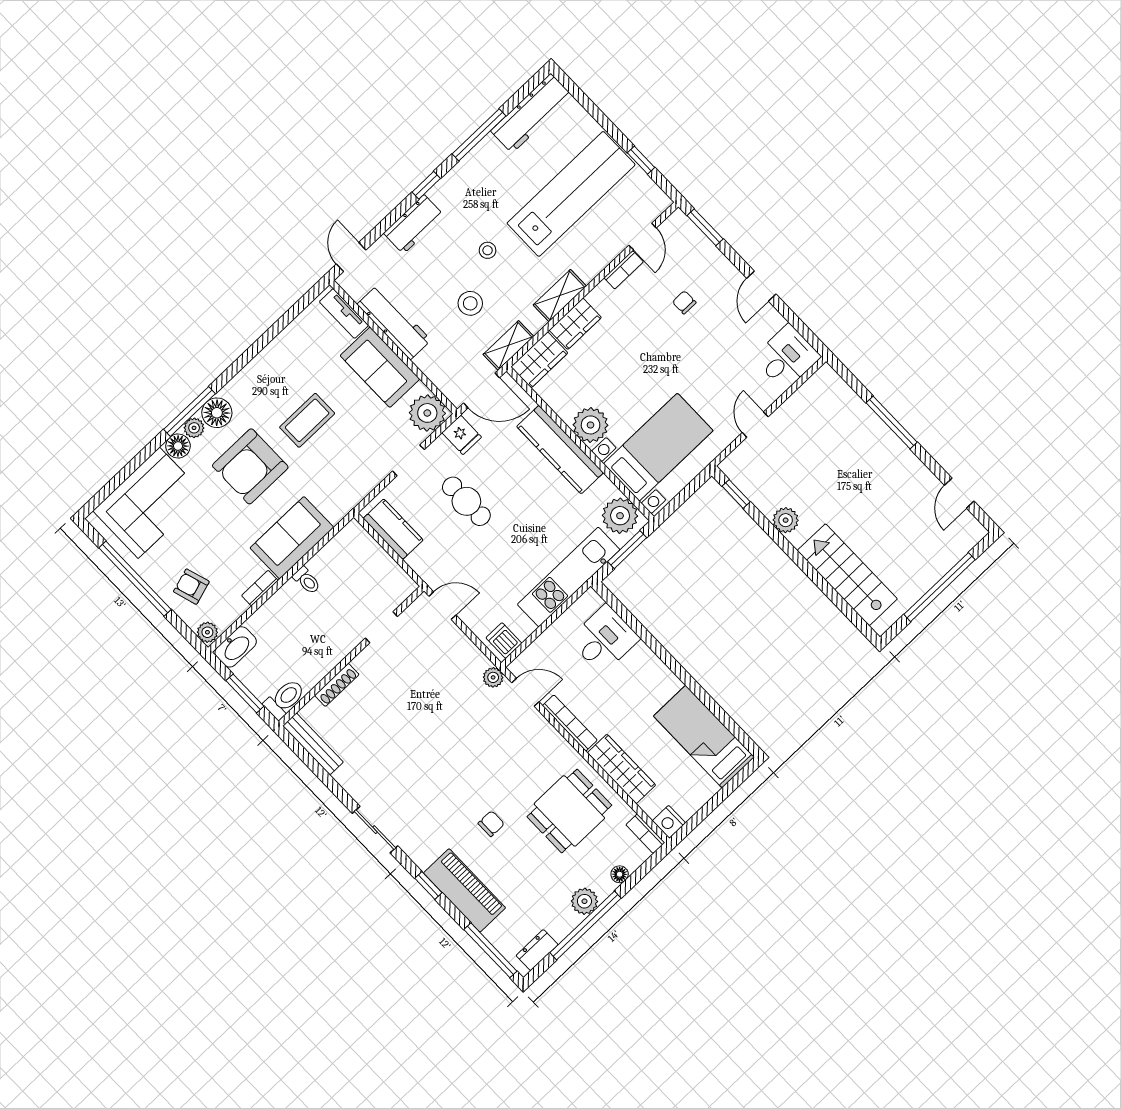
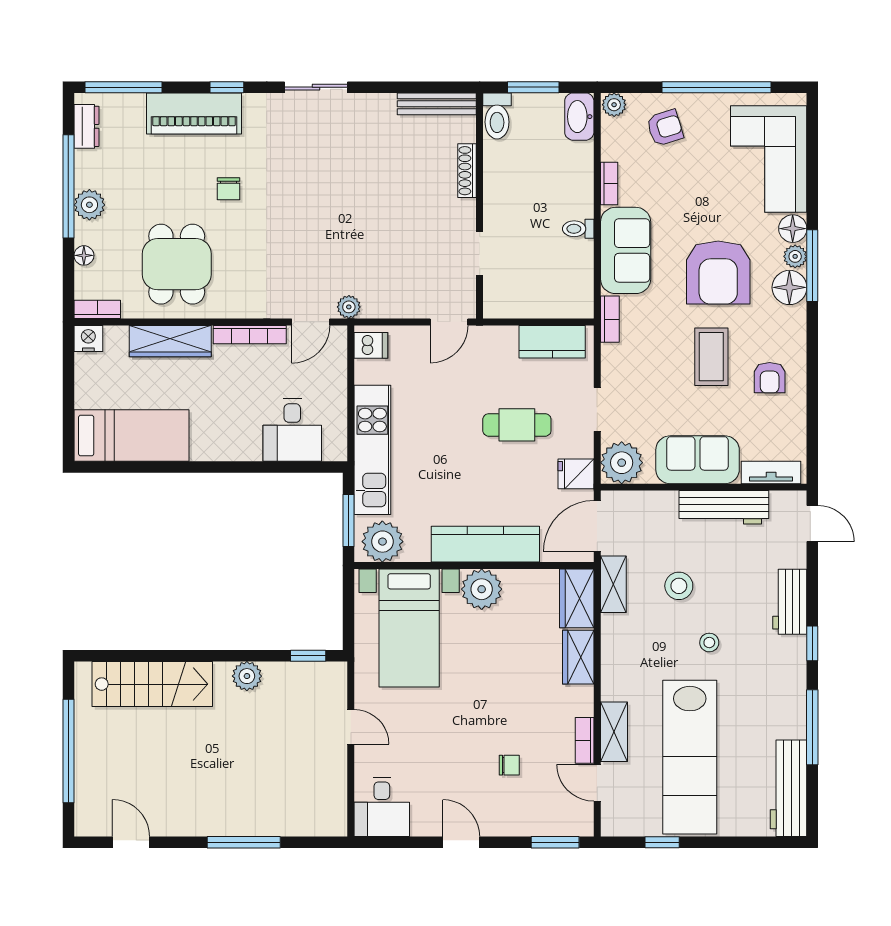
shelving: (560, 296) -> (614, 732), moved
armchair: (285, 371) -> (770, 378), added
armchair: (250, 466) -> (718, 273), turned 180
bookcase: (344, 506) -> (610, 319), added

